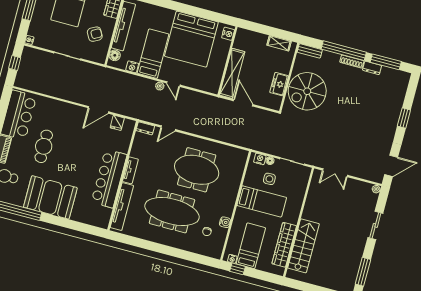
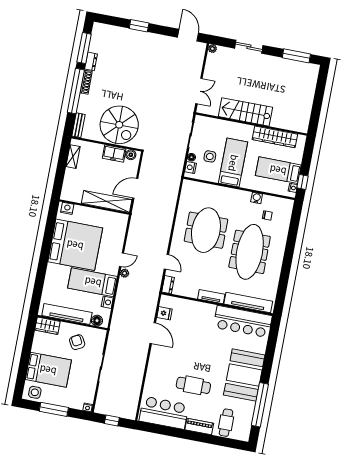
boiler: (277, 101) -> (131, 155), added
bar counter: (109, 179) -> (243, 321), moved
stairs: (303, 246) -> (245, 112), moved

